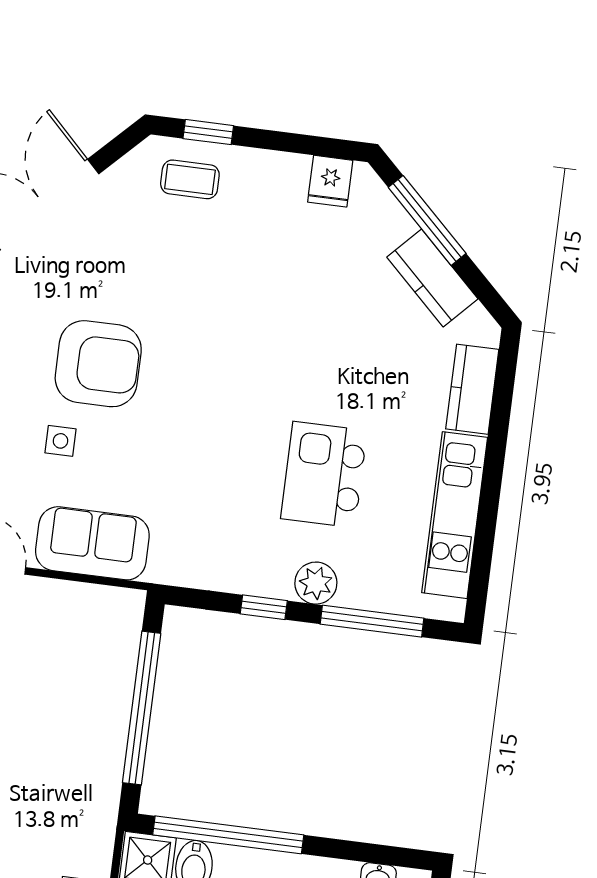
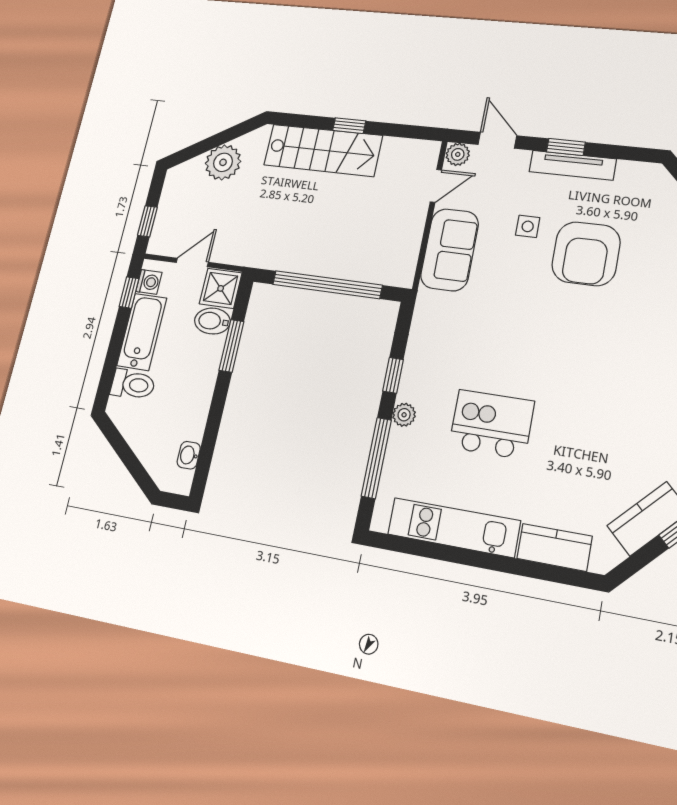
plant: (316, 583) -> (404, 415), width x0.73, depth x0.73
window: (228, 835) -> (231, 346), width x0.47

